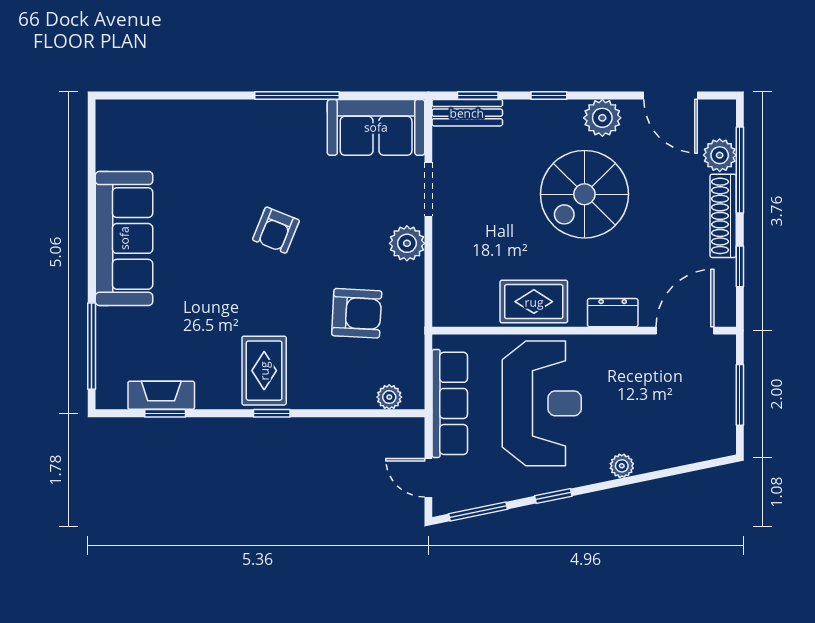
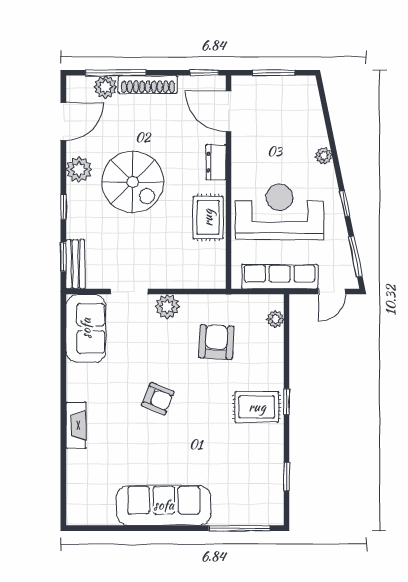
window: (297, 95) -> (63, 384), removed
window: (740, 266) -> (204, 73), moved
fireplace: (161, 395) -> (76, 425), moved, turned 180

